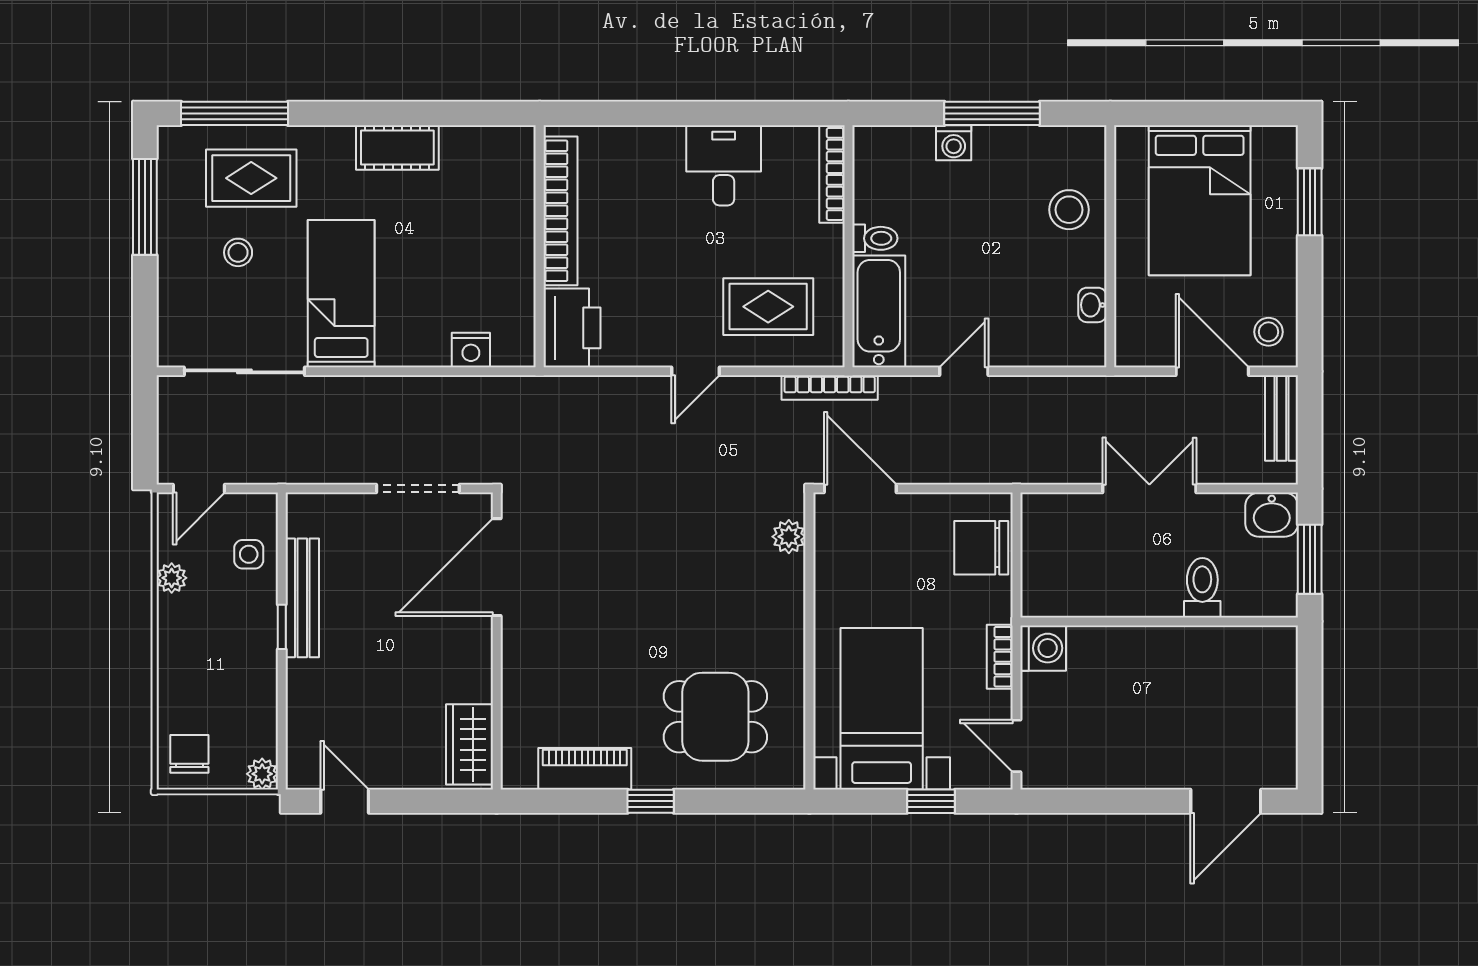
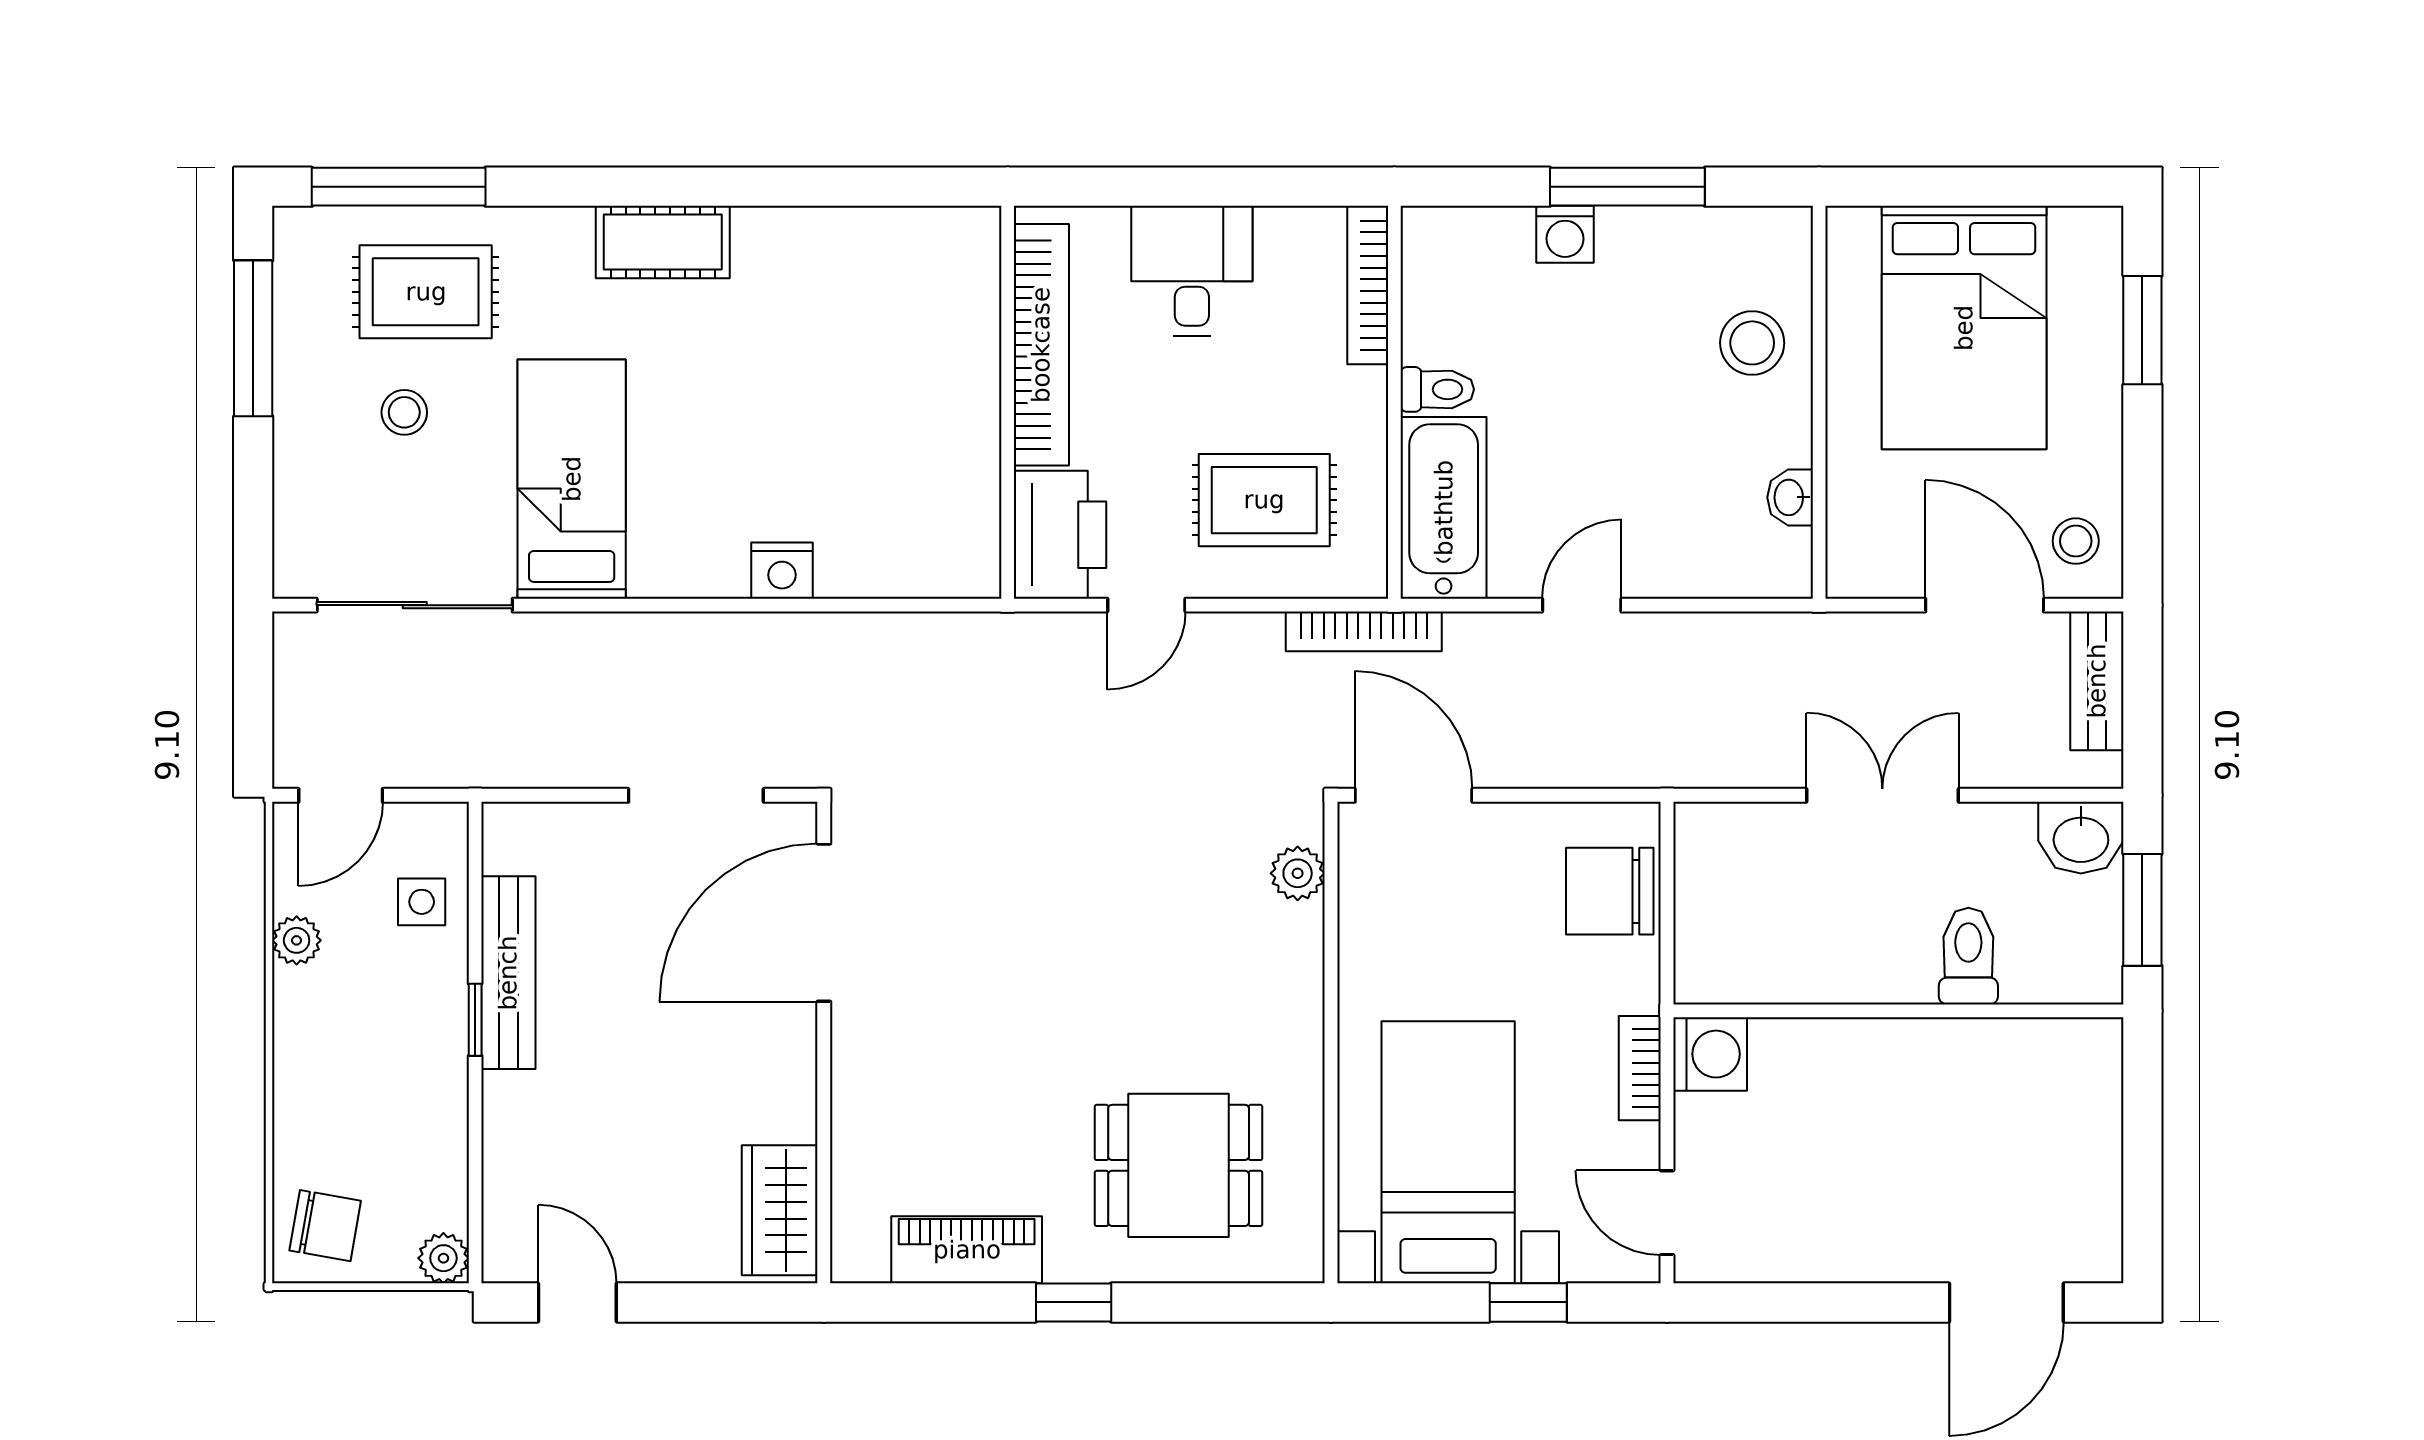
bookcase: (560, 211) -> (1041, 345), moved
wall: (540, 246) -> (1008, 402), moved
printer: (572, 328) -> (1060, 535), moved
chair: (189, 754) -> (325, 1226), turned 100

